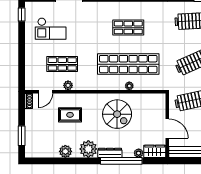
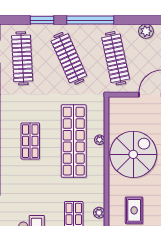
spiral stairs: (117, 114) -> (133, 154), width x1.37, depth x1.37

